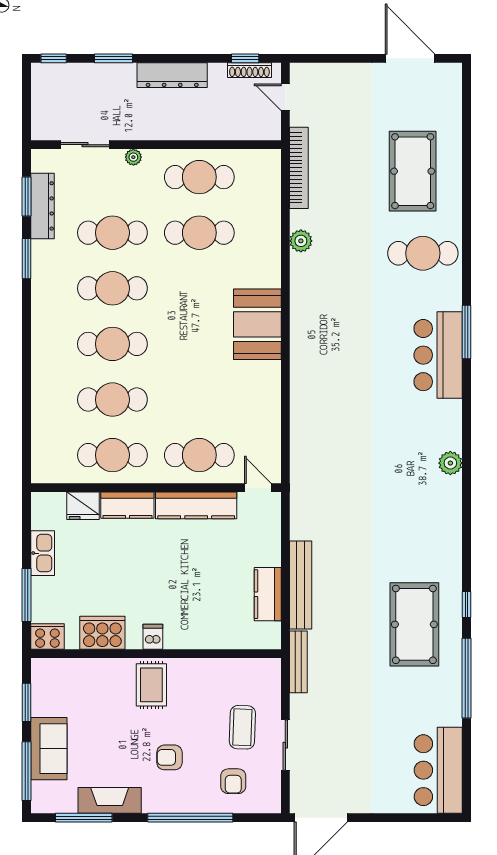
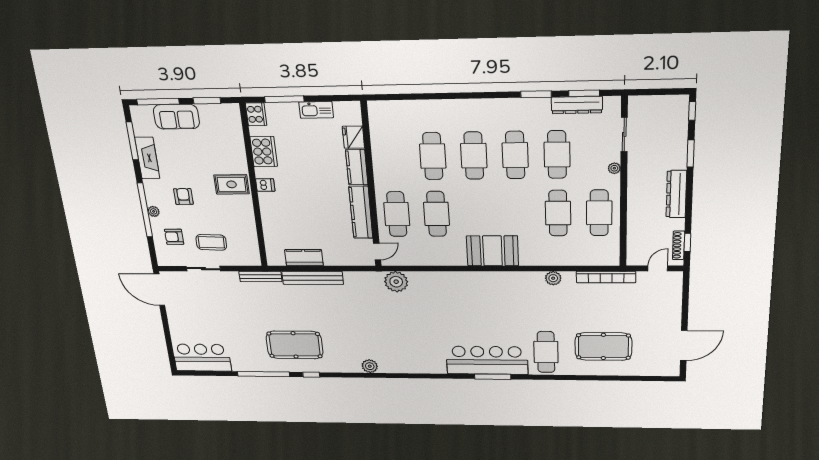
bar counter: (438, 355) -> (487, 360), width x1.36
cafe table: (112, 455) -> (437, 214), moved
plant: (450, 463) -> (370, 366), moved
plant: (307, 464) -> (396, 282), added
plant: (193, 805) -> (154, 211), added

